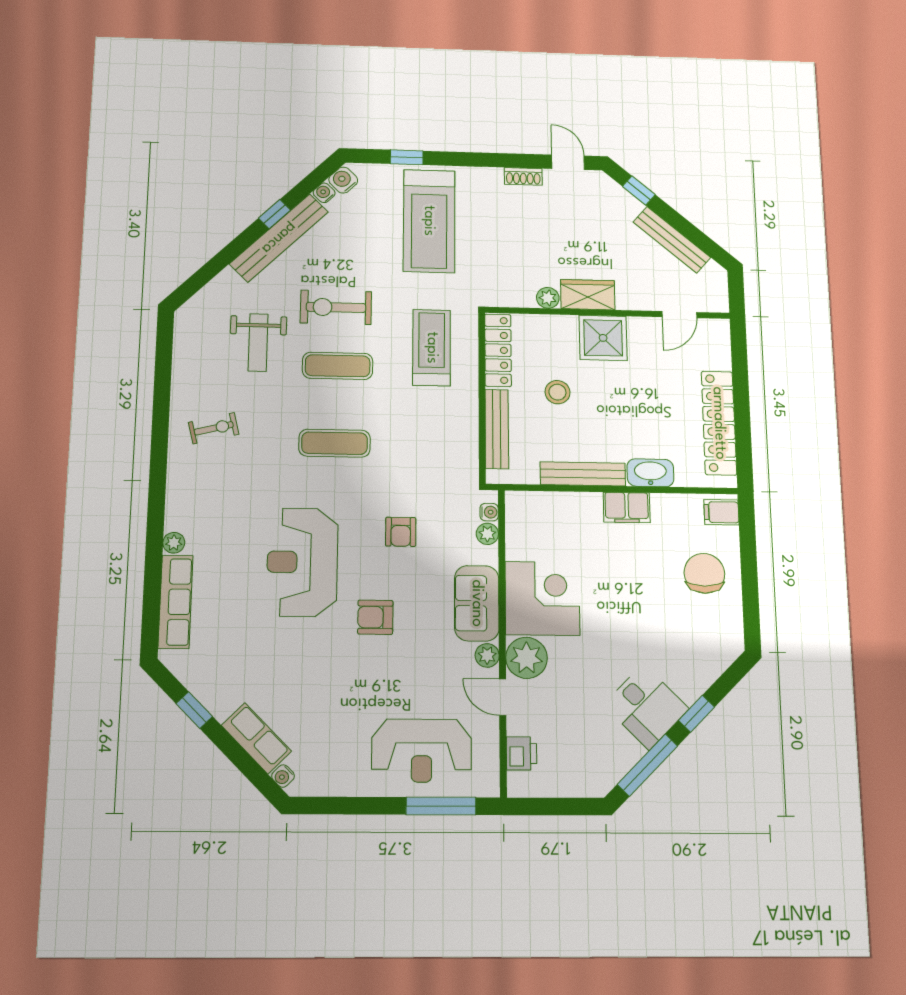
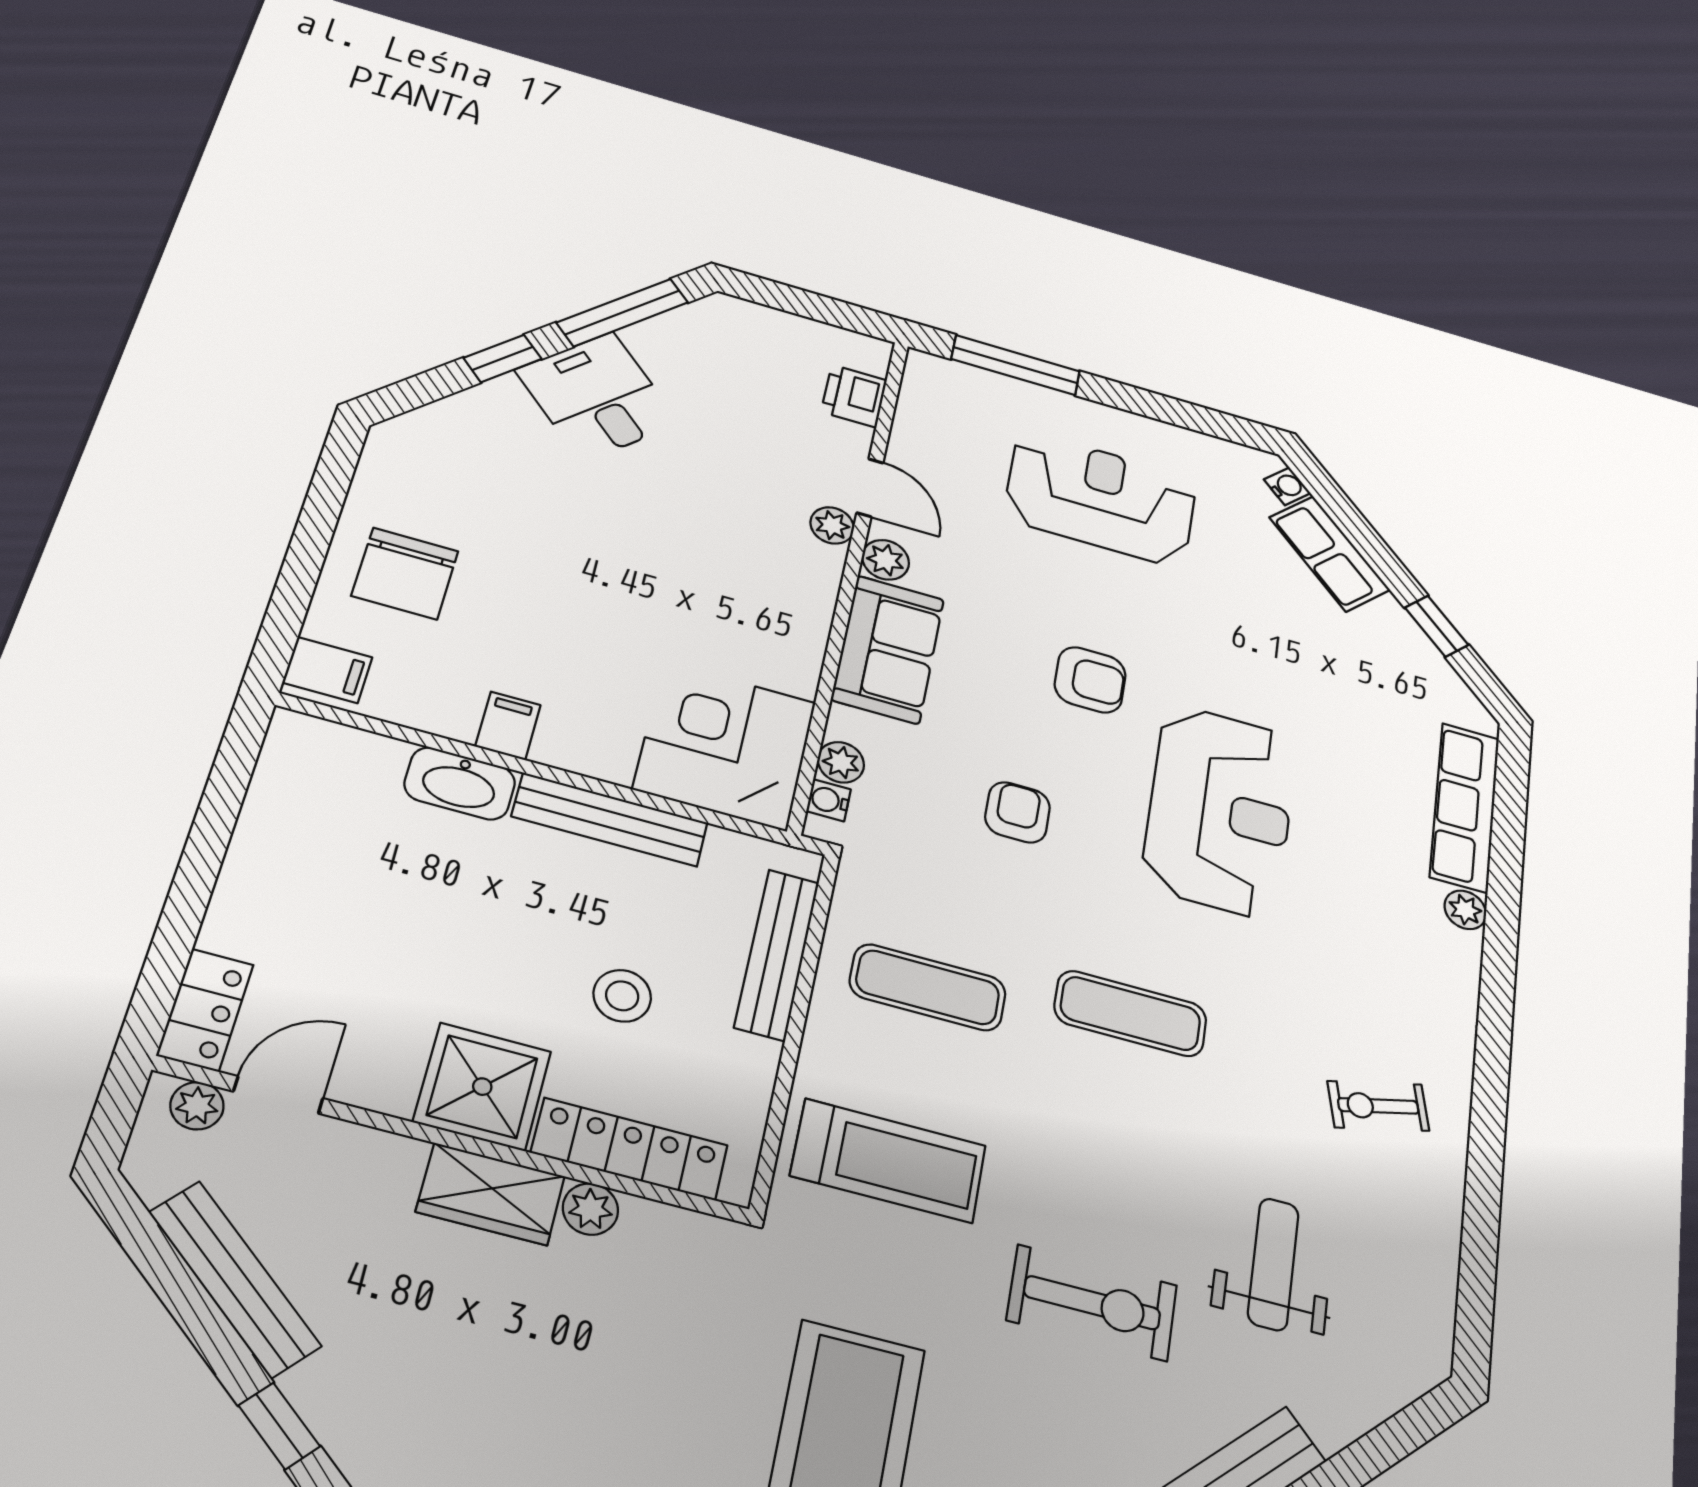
plant: (708, 303) -> (197, 1106), added
treadmill: (432, 348) -> (888, 1161), turned -90
locker: (498, 350) -> (630, 1149), moved, turned 90
exercise mat: (338, 366) -> (928, 987), moved
locker: (719, 423) -> (205, 1010), moved, width x0.46, depth x0.83
filing cabinet: (627, 507) -> (508, 726), width x0.50
corner desk: (542, 598) -> (725, 746), moved, turned 90
plant: (526, 658) -> (832, 525), width x0.53, depth x0.53
reception desk: (422, 751) -> (1101, 499), moved

